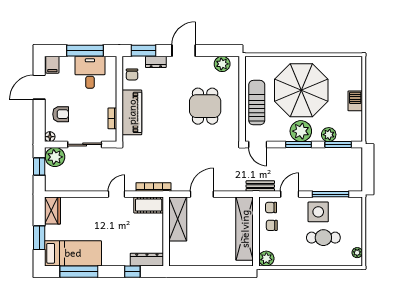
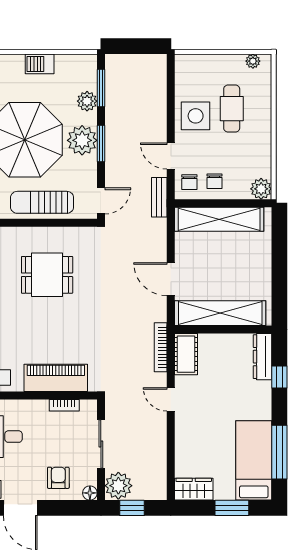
window: (331, 194) -> (171, 99), removed
shelving: (178, 219) -> (220, 313), width x1.47

